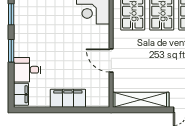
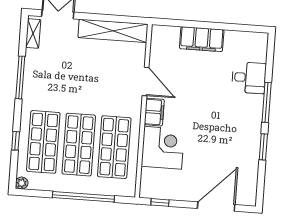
window: (11, 51) -> (267, 102), width x1.44
filing cabinet: (21, 94) -> (154, 112), moved, turned 180

